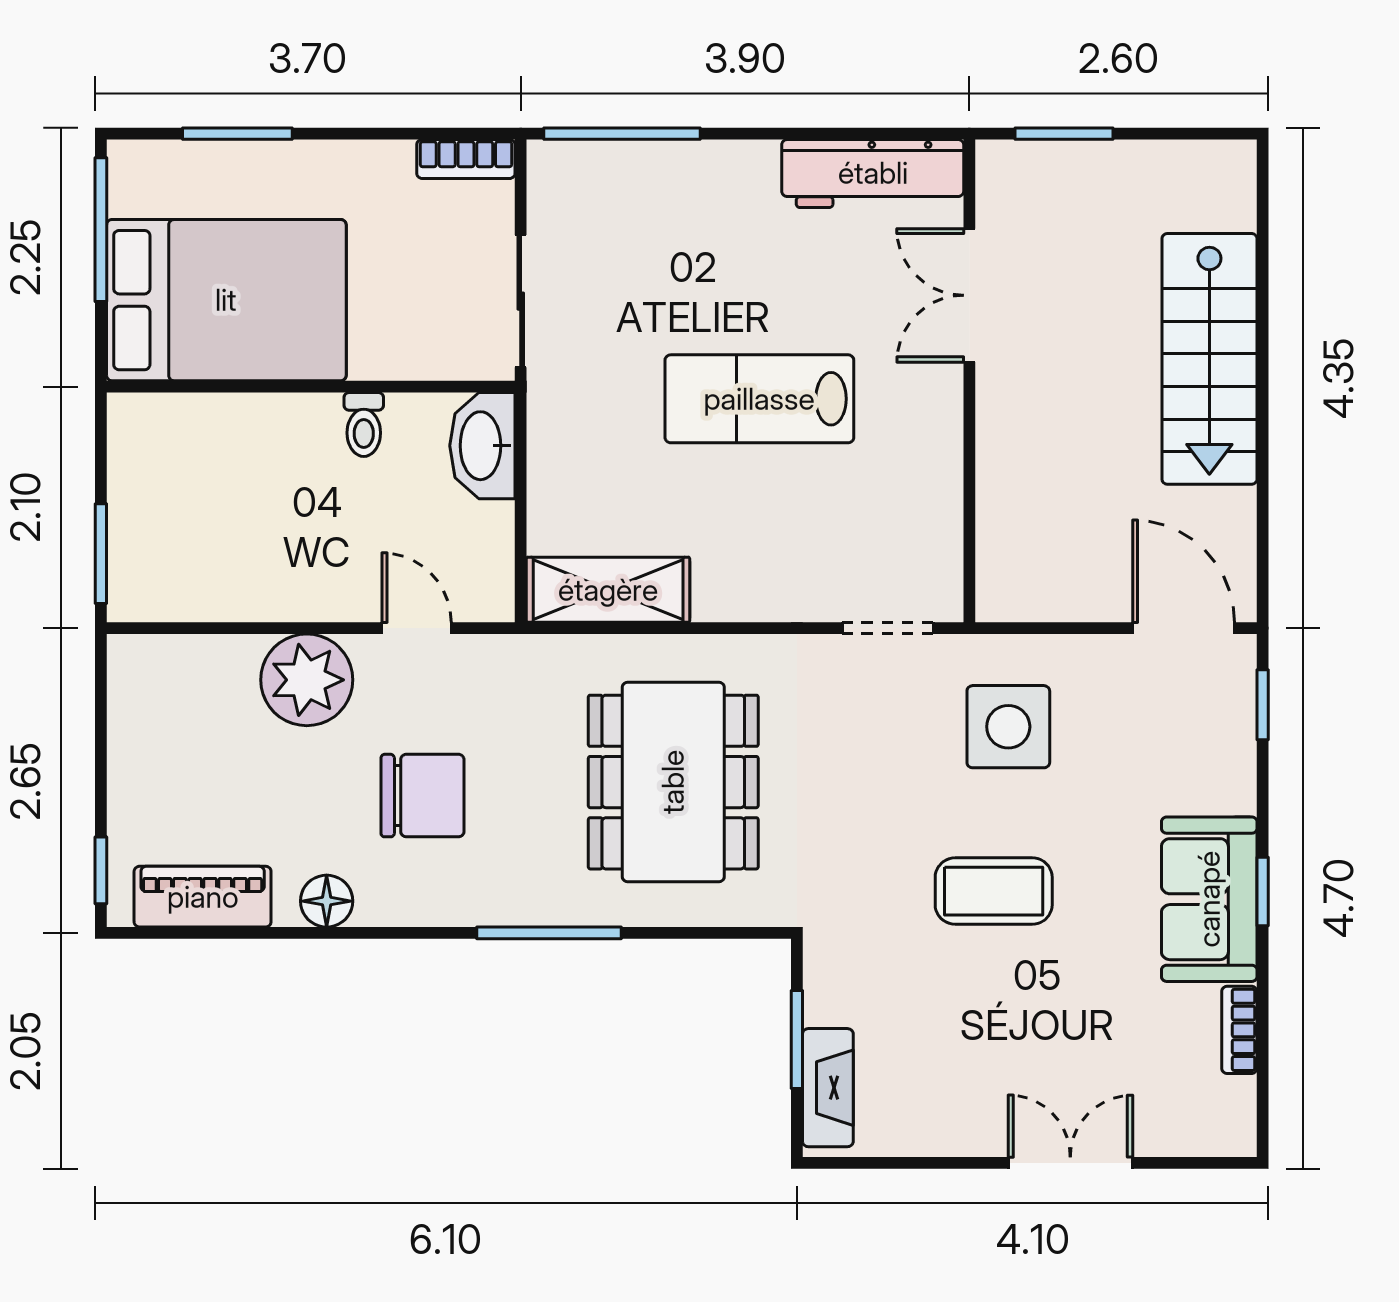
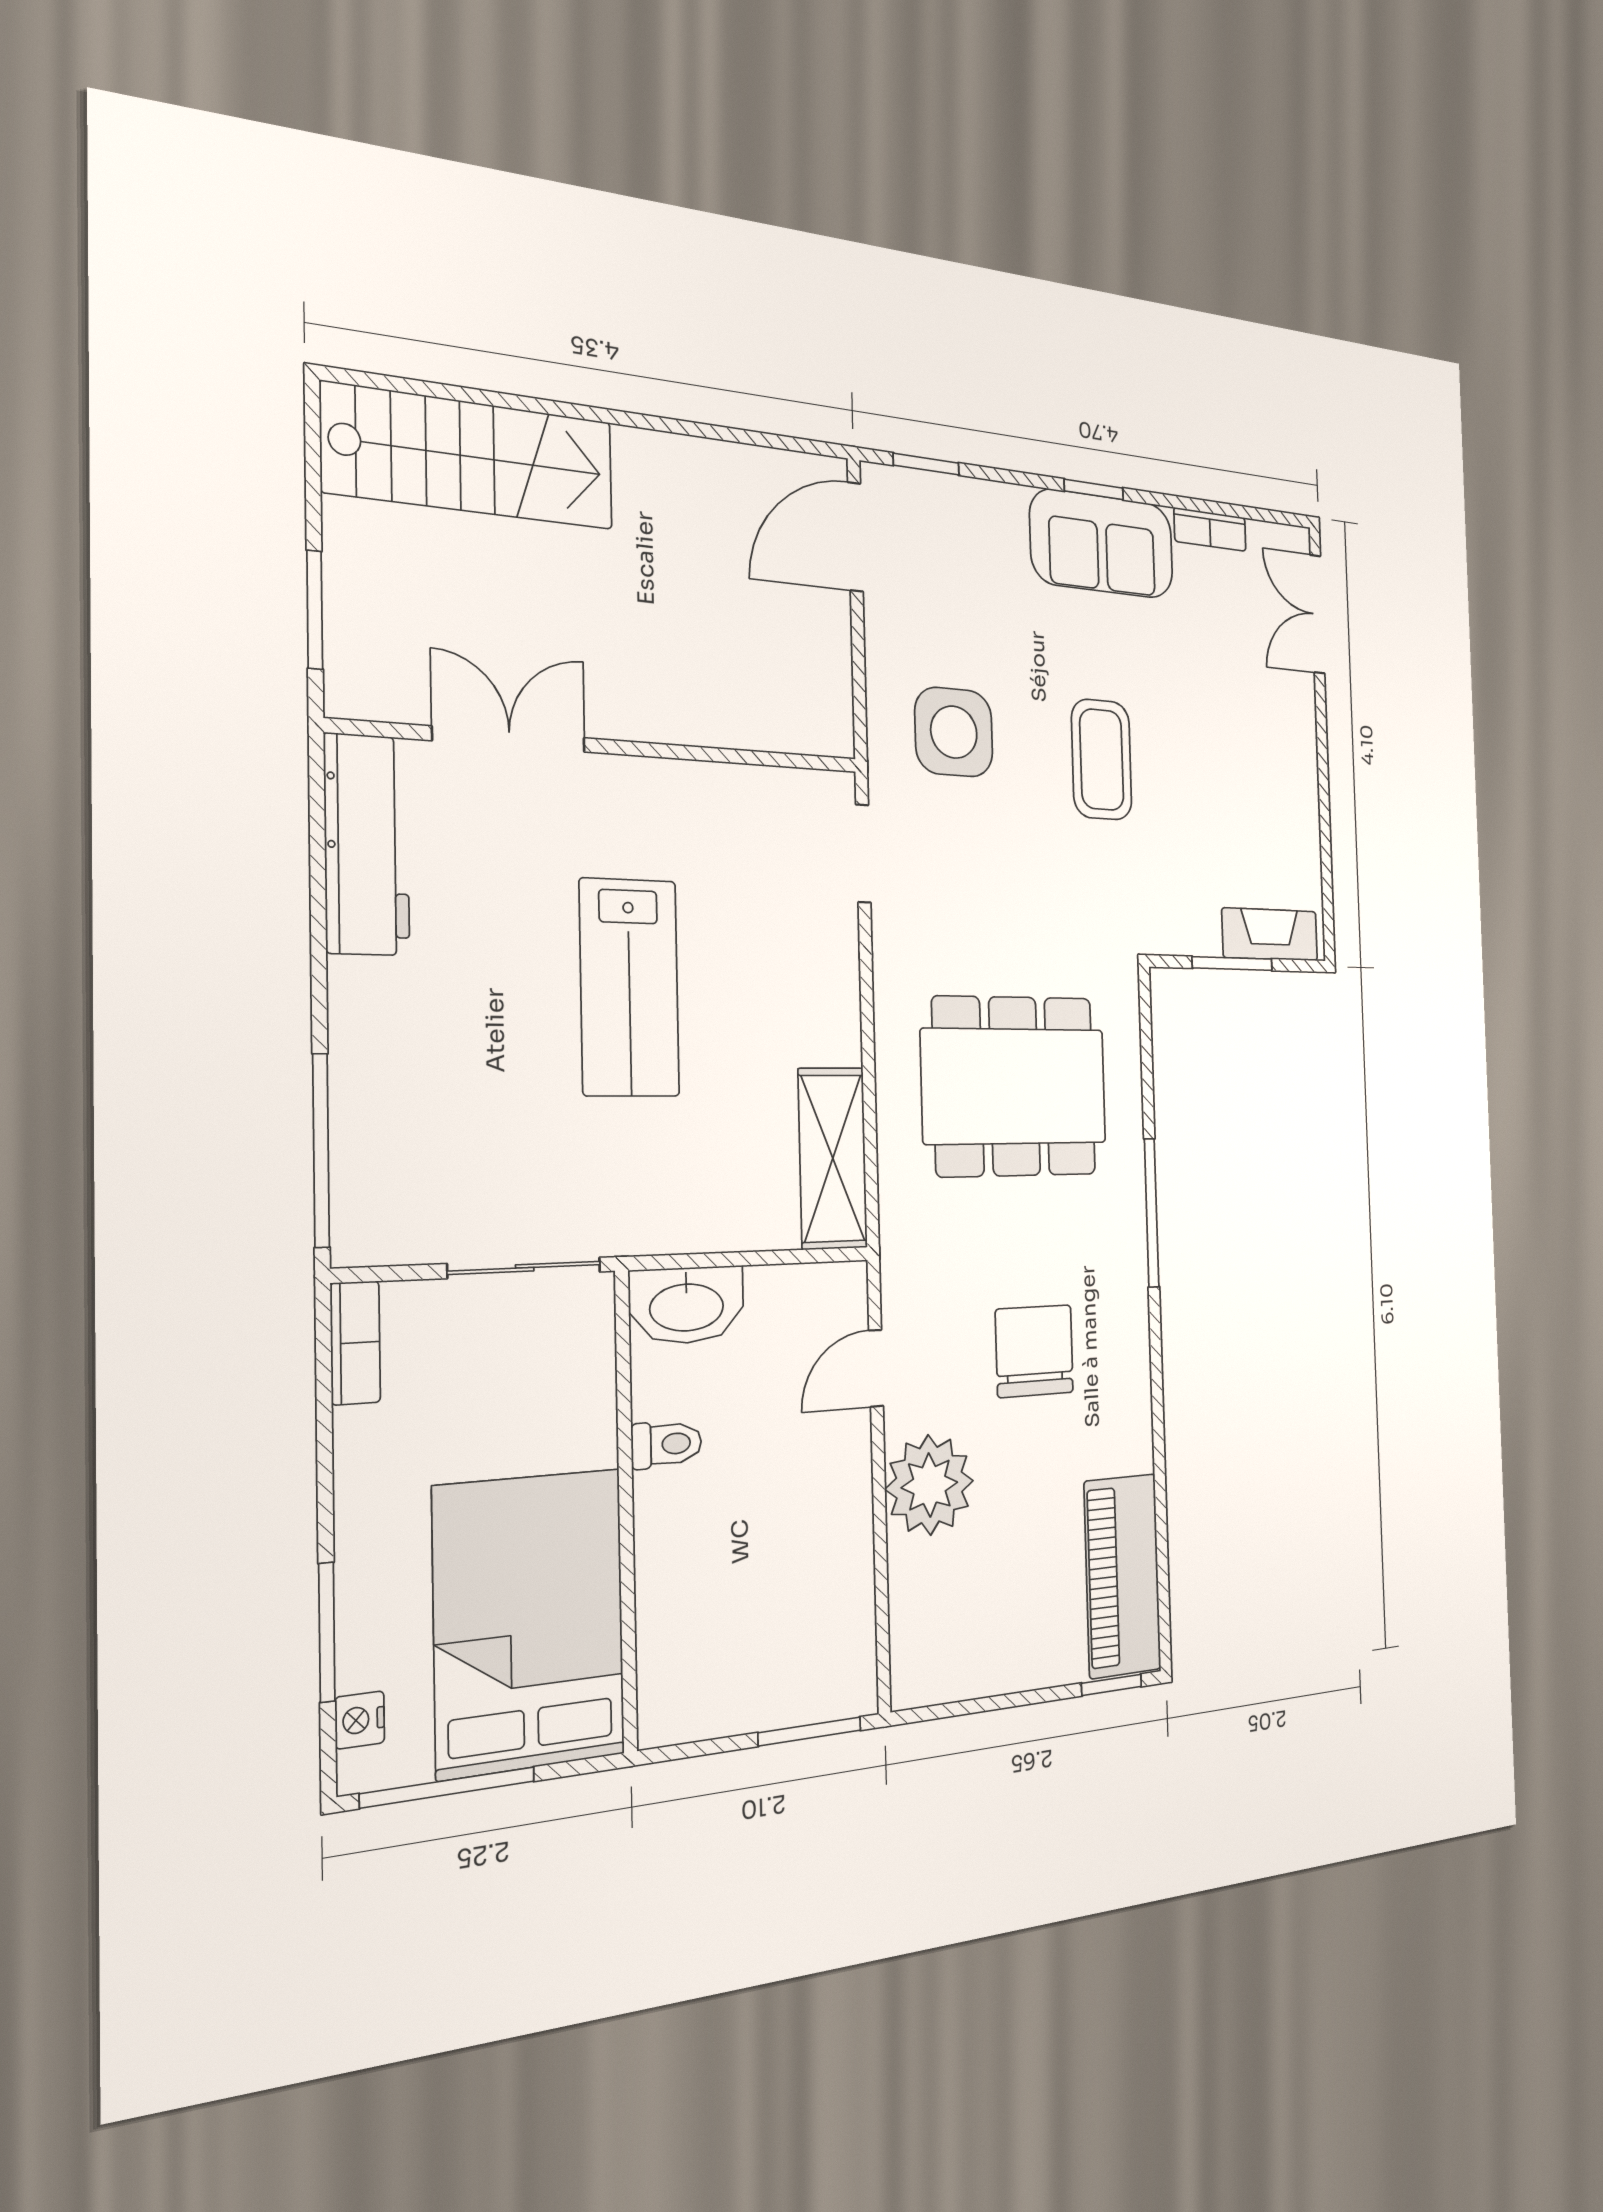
nightstand: (165, 159) -> (360, 1720), added
double door: (969, 295) -> (509, 739), swing flipped
stairs: (1209, 359) -> (470, 457), moved
piano: (203, 897) -> (1123, 1576), width x1.37, depth x1.33
floor lamp: (327, 901) -> (1131, 1444), removed
double door: (1070, 1163) -> (1317, 614), moved

